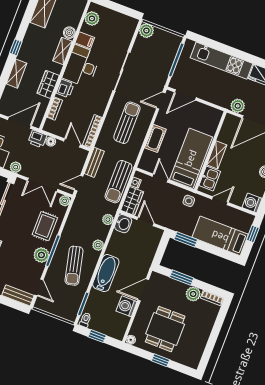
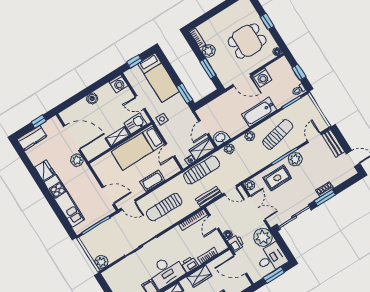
plant: (16, 167) -> (263, 237), width x1.87, depth x1.87

